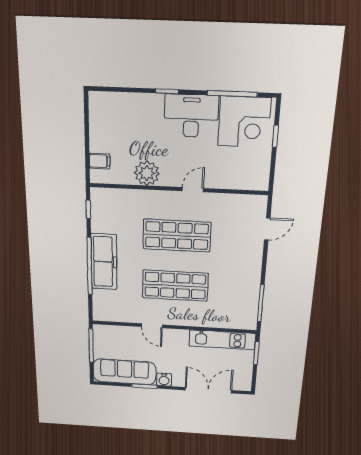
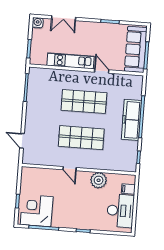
desk: (191, 116) -> (120, 211), moved, turned -90
door: (193, 190) -> (70, 169), hinge flipped
door: (267, 229) -> (22, 141), hinge flipped
kitchen unit: (222, 340) -> (70, 61), moved
sofa: (124, 372) -> (136, 49), moved, turned 90
water cooler: (164, 380) -> (38, 23), moved
double door: (208, 390) -> (64, 18), width x0.73

